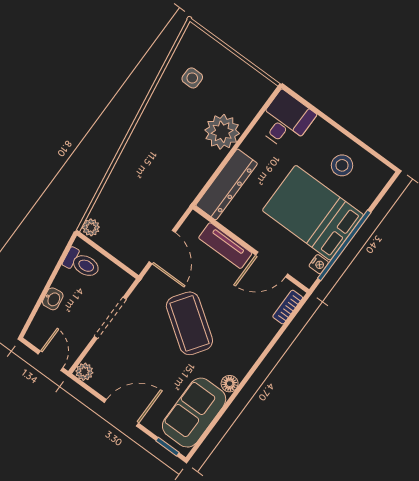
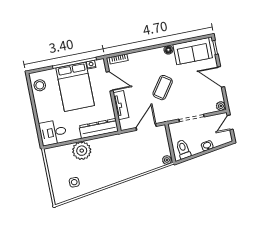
stool: (342, 165) -> (40, 85), moved
coffee table: (189, 323) -> (163, 88), width x0.73, depth x0.76

